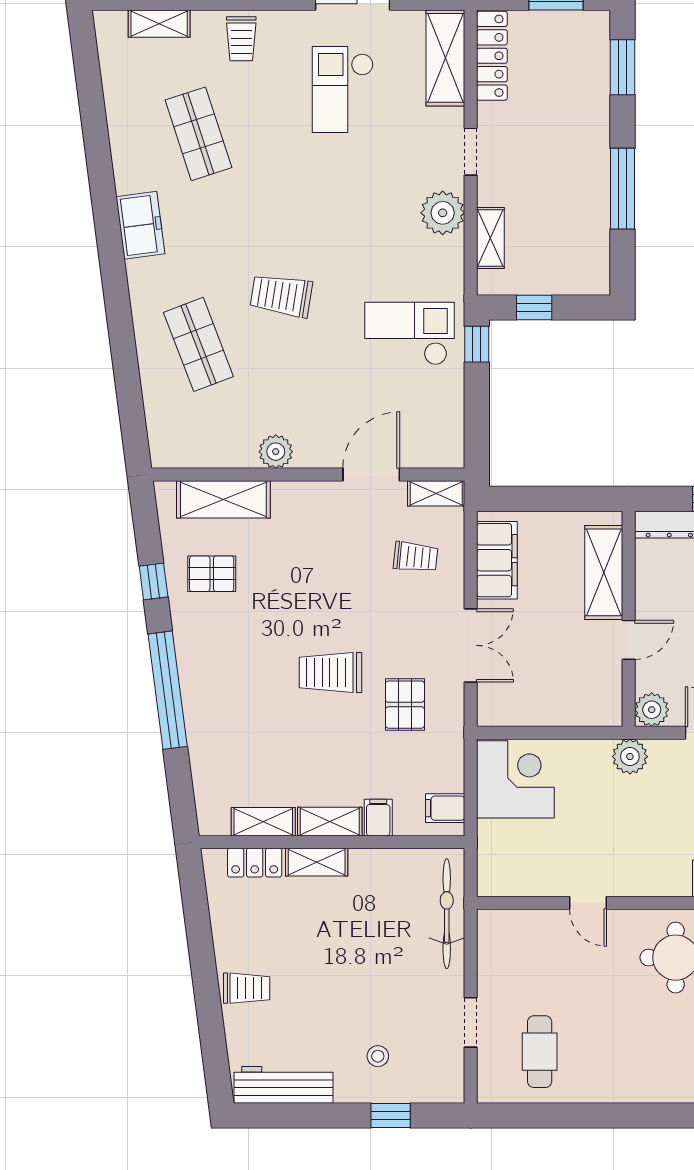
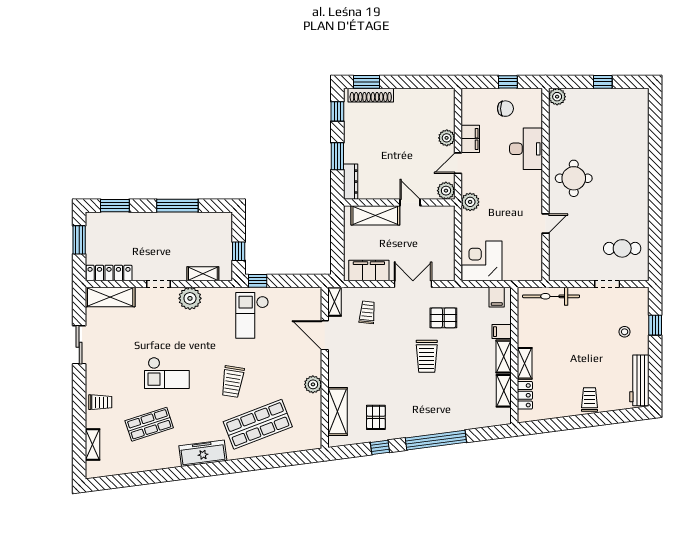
checkout: (343, 90) -> (167, 373), moved
freezer: (140, 225) -> (203, 453), width x1.40
shop shelf: (198, 344) -> (258, 424), width x1.43, depth x1.36

